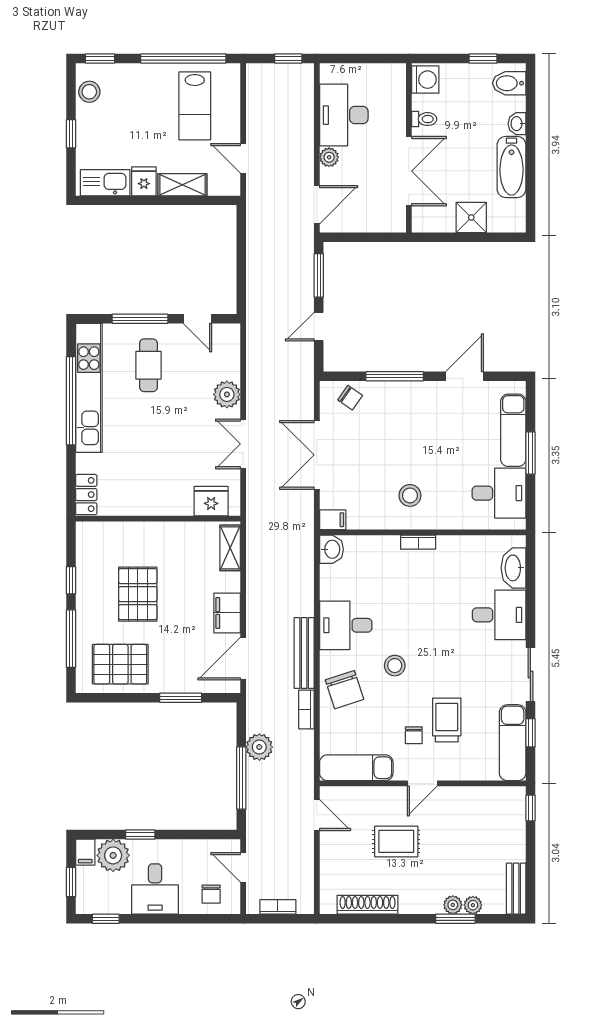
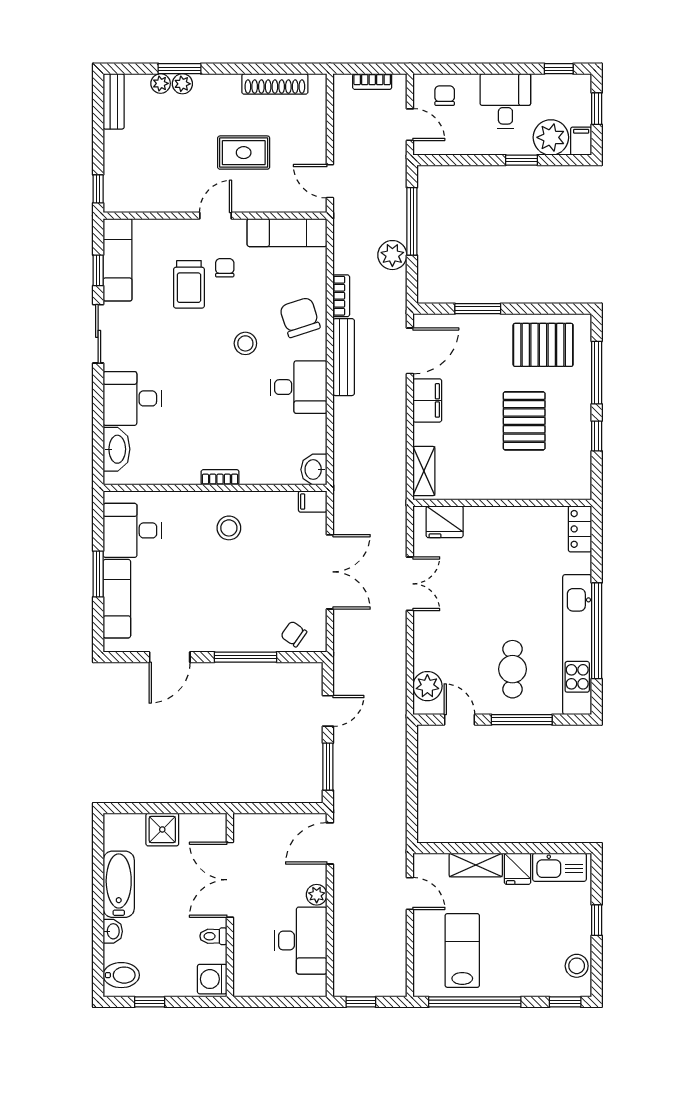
plant: (227, 394) -> (427, 686), moved

